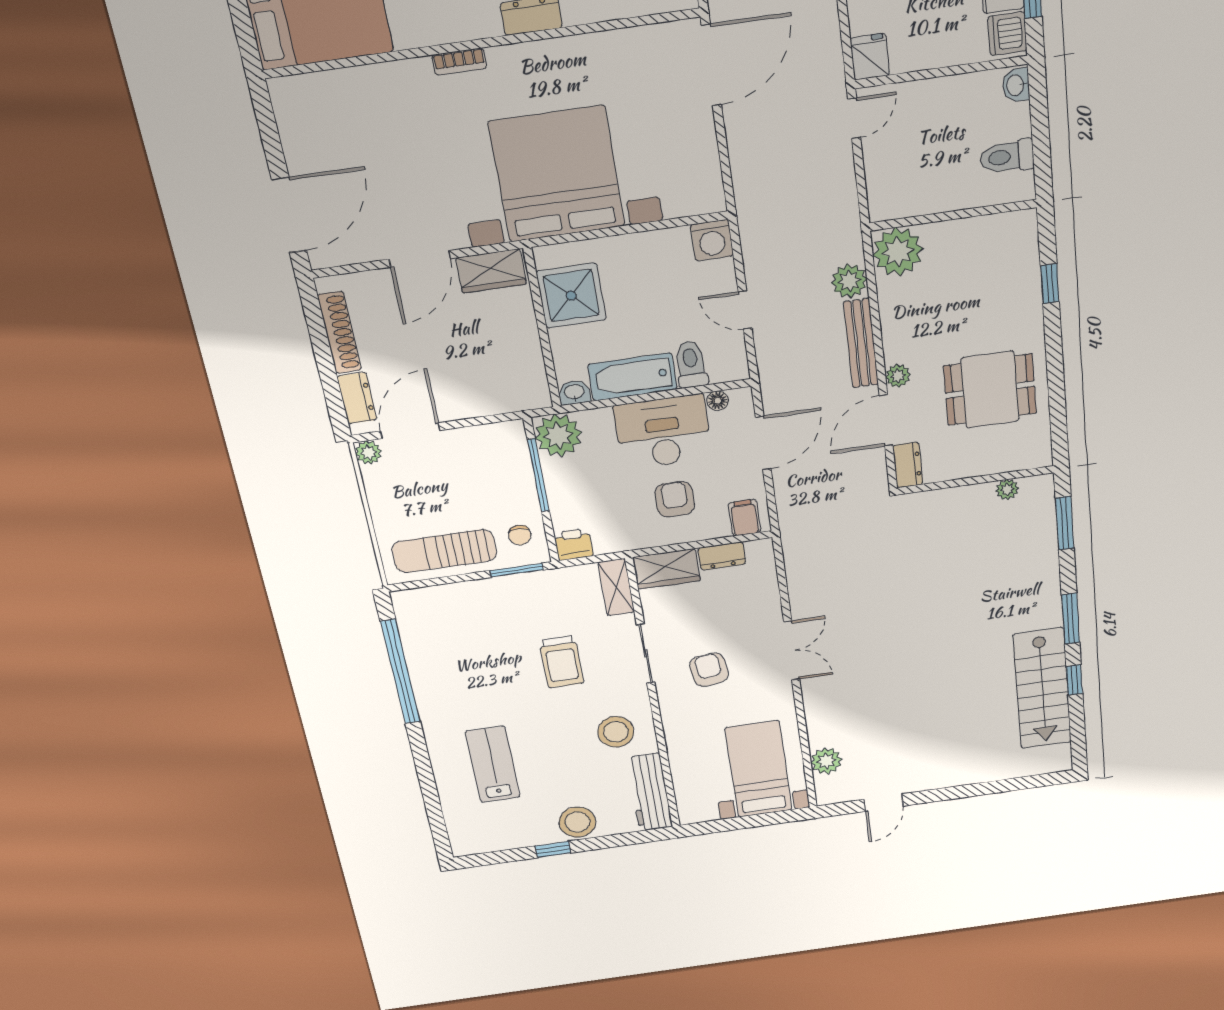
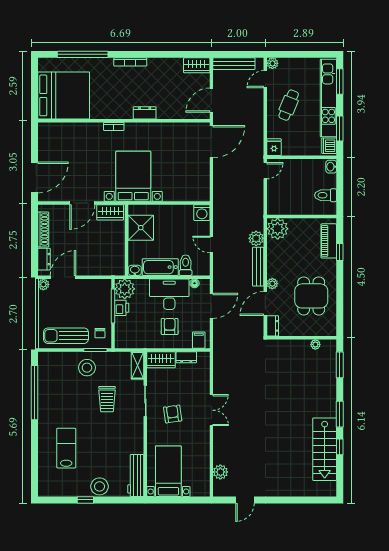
bed with nightstands: (557, 174) -> (133, 176), width x0.73
piano: (1022, 262) -> (329, 241), added
dining table: (990, 390) -> (311, 296), turned 90
printer: (574, 544) -> (122, 308), moved, turned 90
stool: (616, 732) -> (87, 368), moved
bed with nightstands: (759, 769) -> (168, 471), moved

